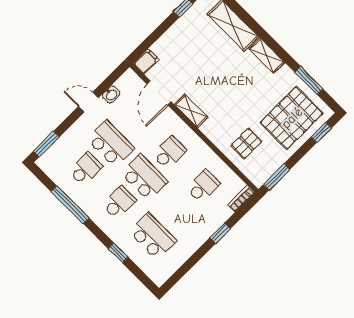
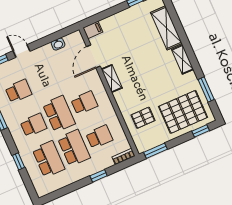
door: (88, 102) -> (21, 51), moved
school desk: (111, 144) -> (74, 148), moved

